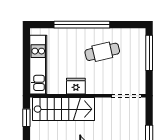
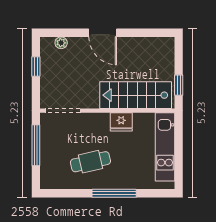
window: (82, 25) -> (114, 193), width x0.68
window: (149, 53) -> (36, 145), moved

